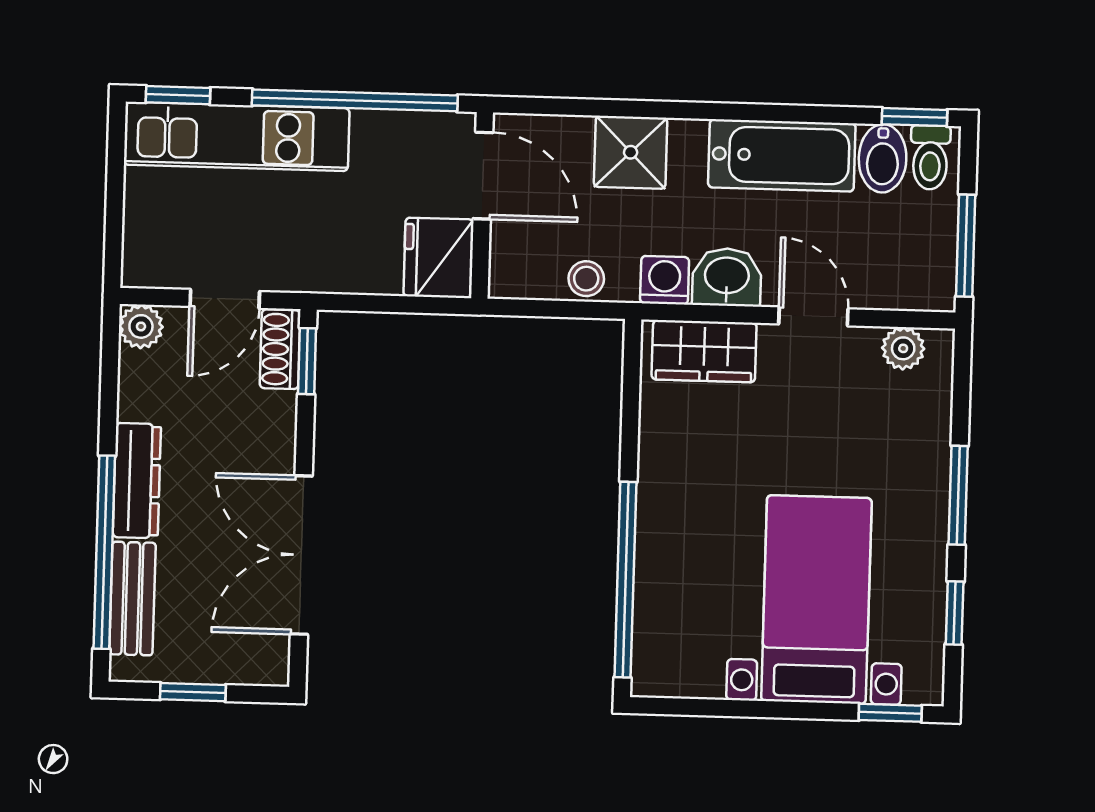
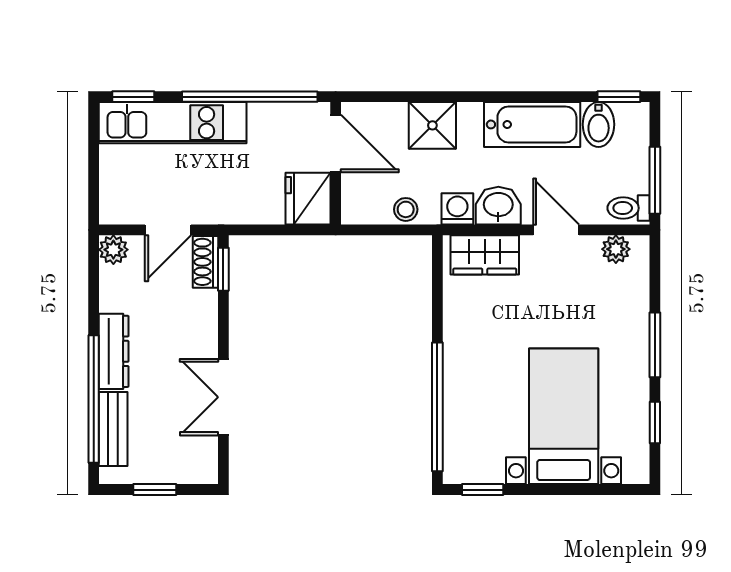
toilet: (930, 157) -> (629, 208), moved, turned 90
double door: (301, 555) -> (223, 397), width x0.73
window: (890, 713) -> (483, 490), moved

